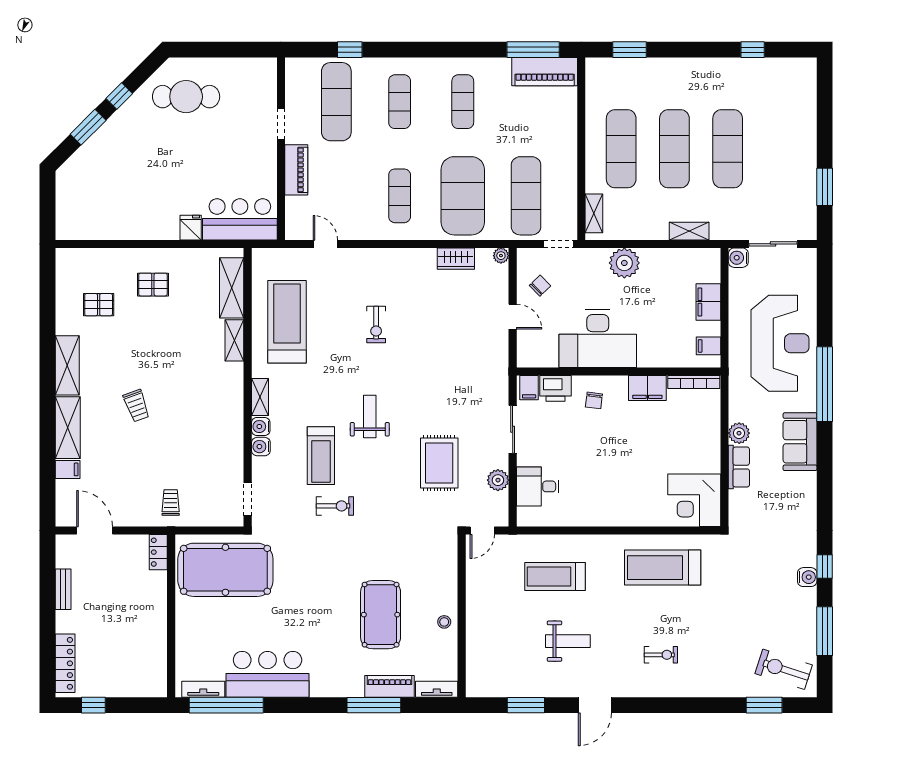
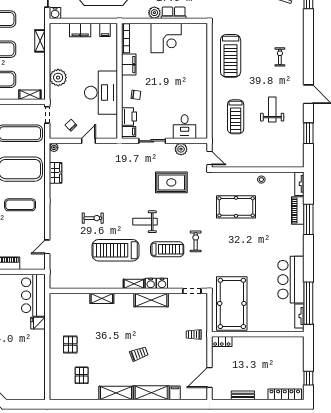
shelving: (232, 288) -> (151, 300), moved
treadmill: (287, 322) -> (116, 250), moved
corner desk: (694, 500) -> (166, 38), moved
pool table: (381, 615) -> (236, 207), moved

